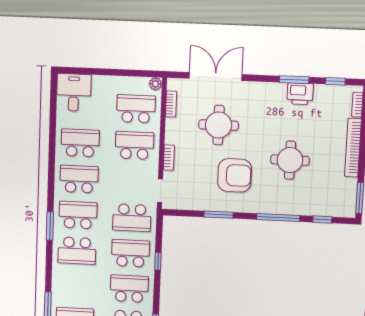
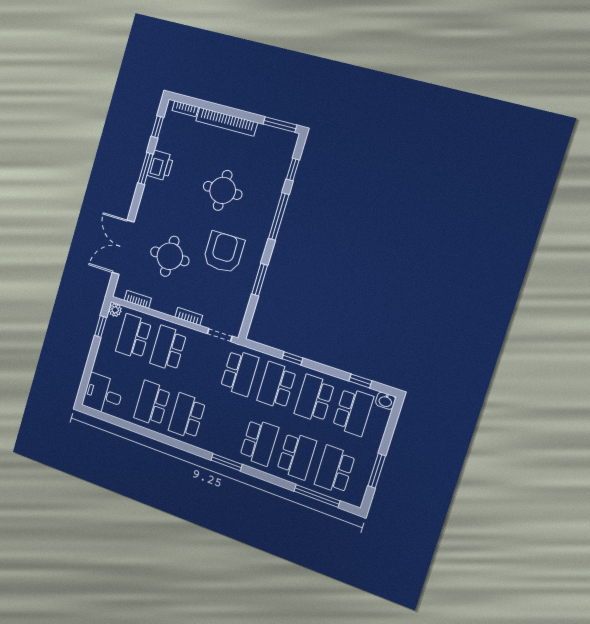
window: (136, 73) -> (100, 327), added
school desk: (78, 215) -> (297, 456), moved, turned 180

